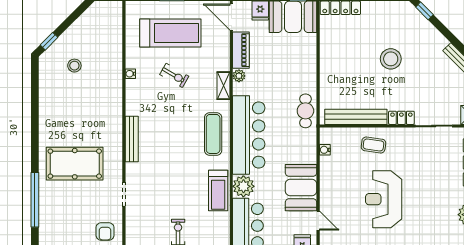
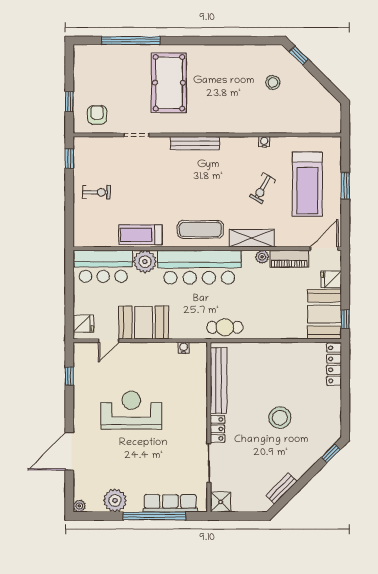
shelving: (223, 86) -> (252, 238), width x1.50, depth x1.33
coffee table: (373, 145) -> (189, 399), removed
armchair: (105, 231) -> (97, 115), turned 90

